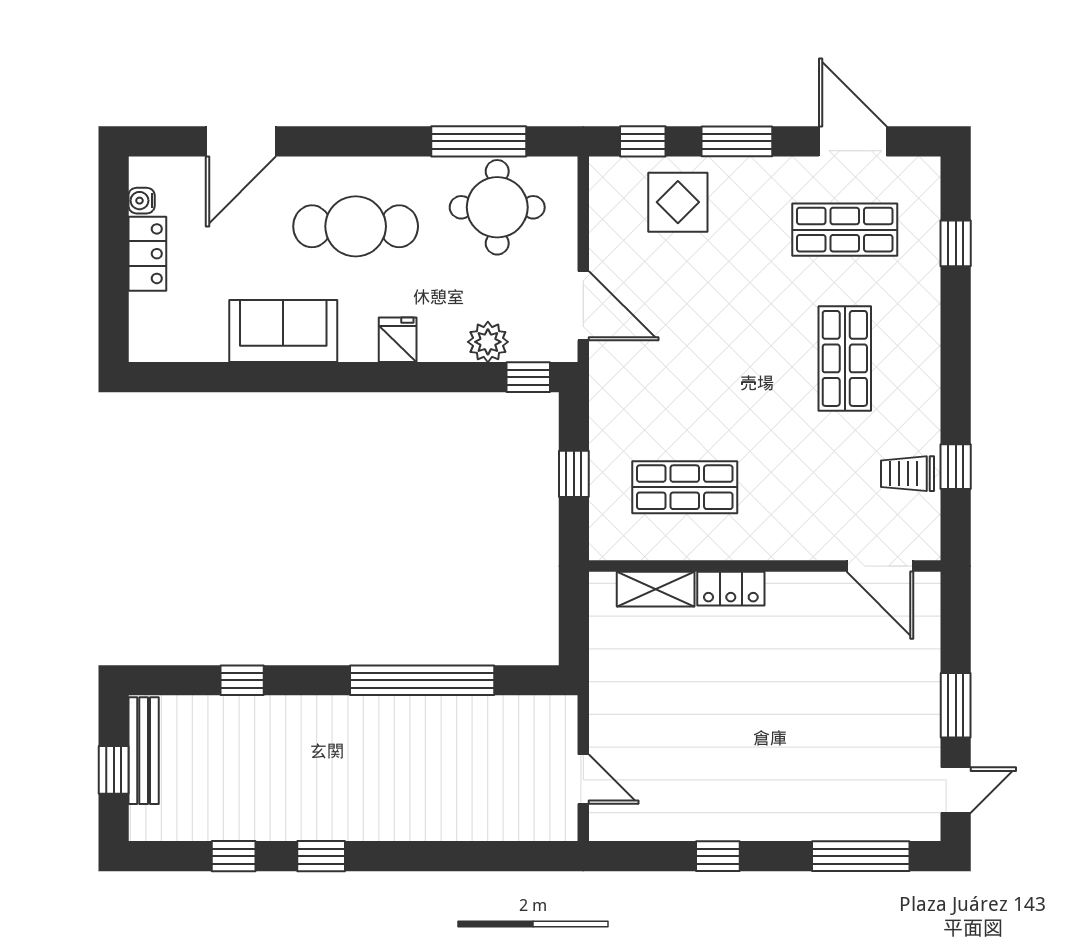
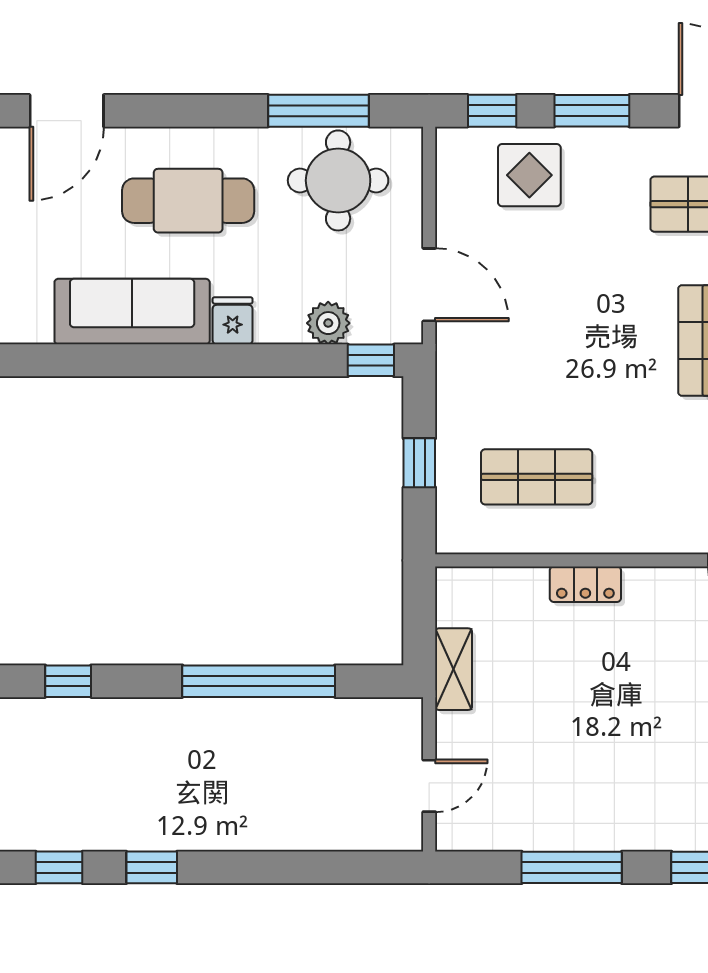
sofa: (283, 331) -> (132, 312), width x1.36
shelving: (656, 589) -> (454, 669), moved, turned 90
door: (583, 779) -> (429, 786), hinge flipped
window: (718, 856) -> (572, 867), width x2.17

